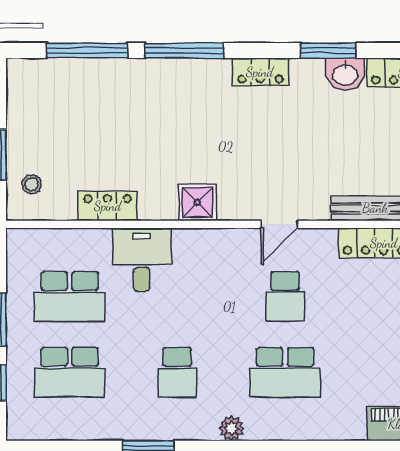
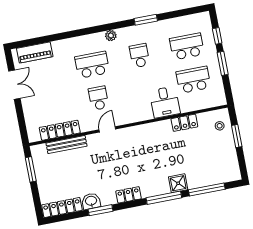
shower: (197, 202) -> (178, 183), moved

